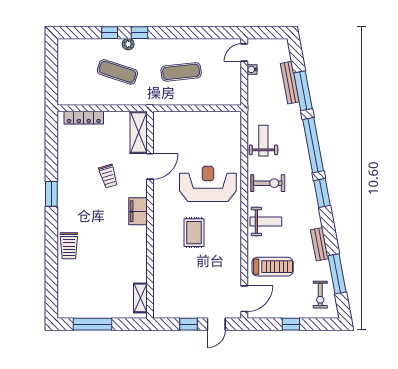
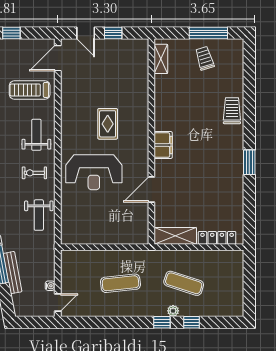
shelving: (139, 132) -> (175, 236), moved, turned 90
trolley: (108, 176) -> (205, 58), moved
exercise bike: (268, 183) -> (34, 173), width x0.73, depth x0.72
weight bench: (266, 221) -> (36, 135), turned 90
door: (216, 324) -> (86, 33), swing flipped

